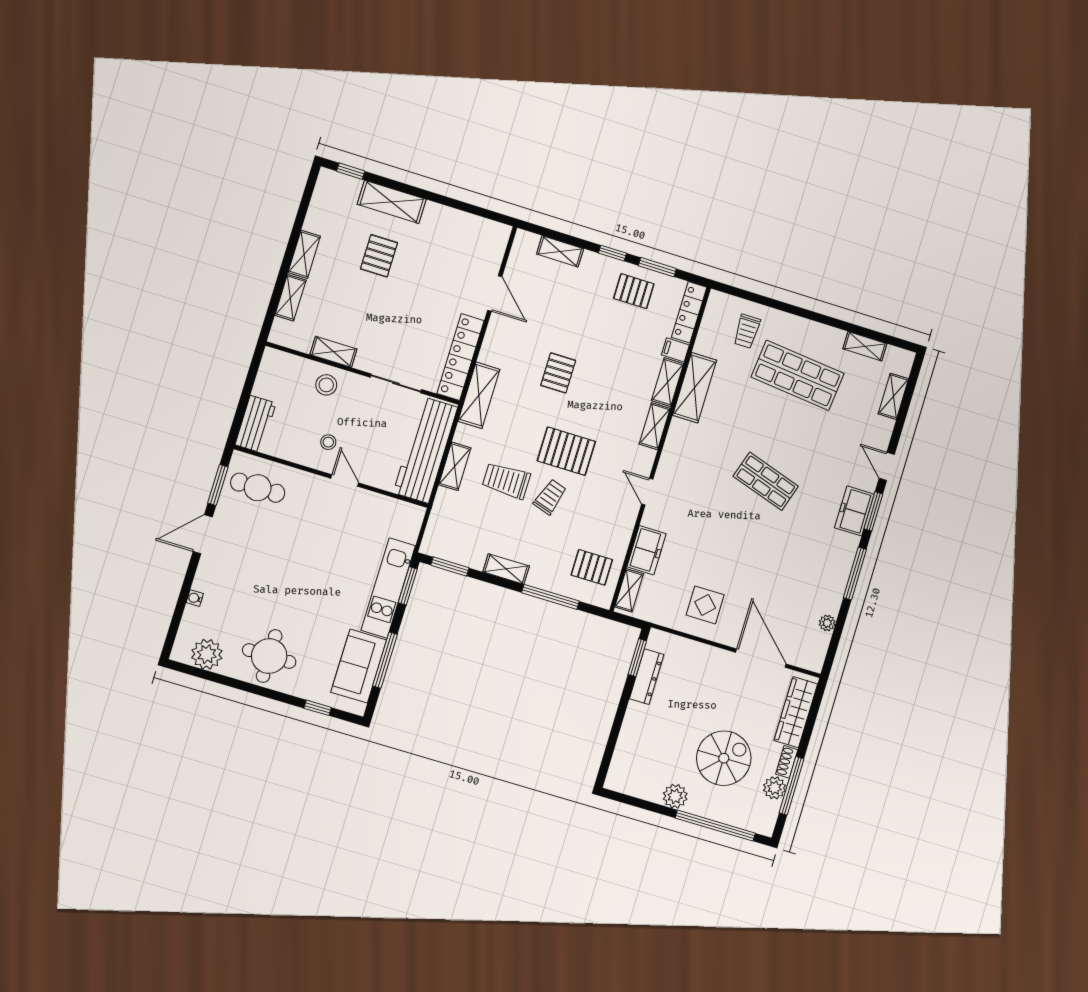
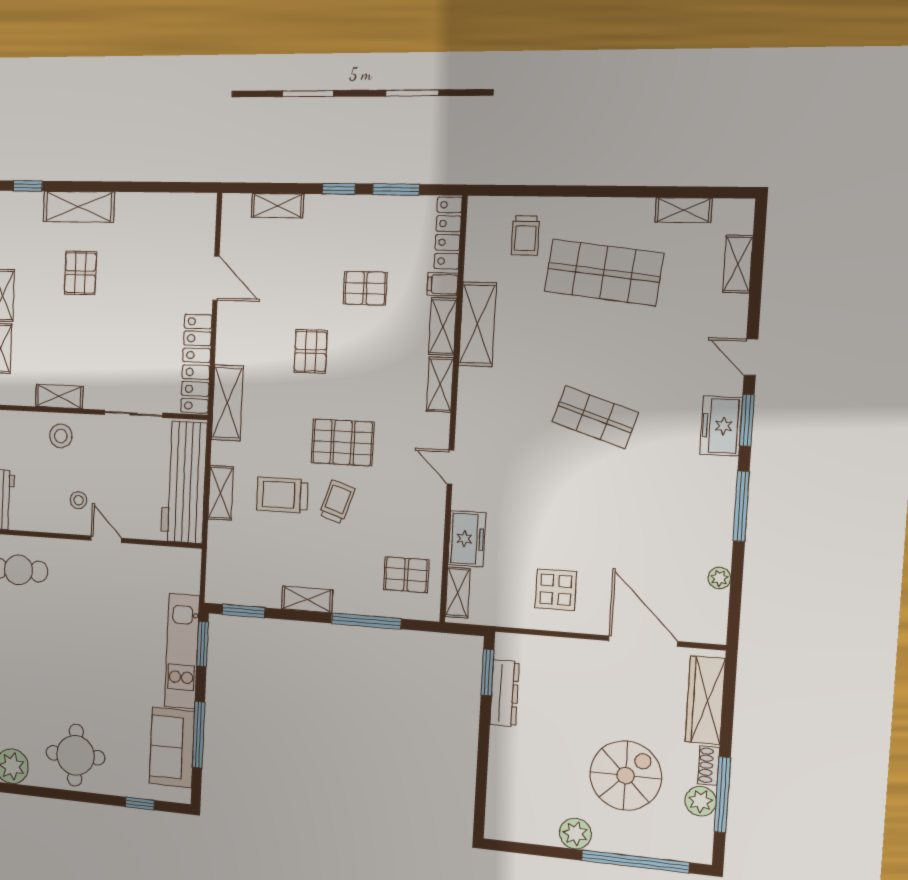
pallet: (634, 291) -> (365, 288), moved

